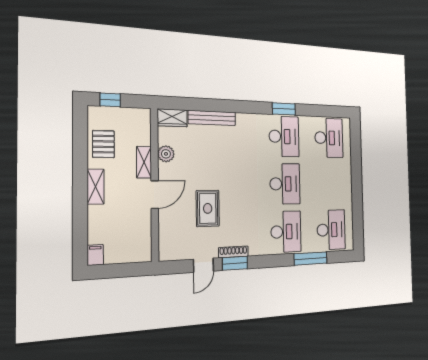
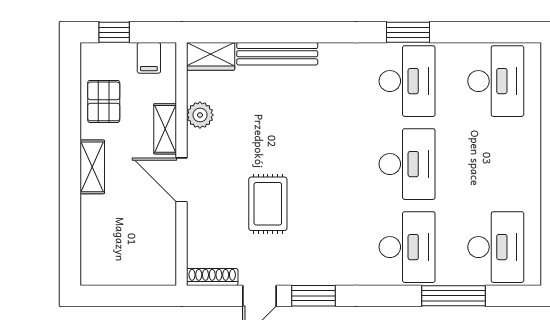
door: (155, 195) -> (182, 180), swing flipped
shoe rack: (233, 252) -> (212, 277), moved
filing cabinet: (95, 255) -> (149, 58), moved, turned 180

